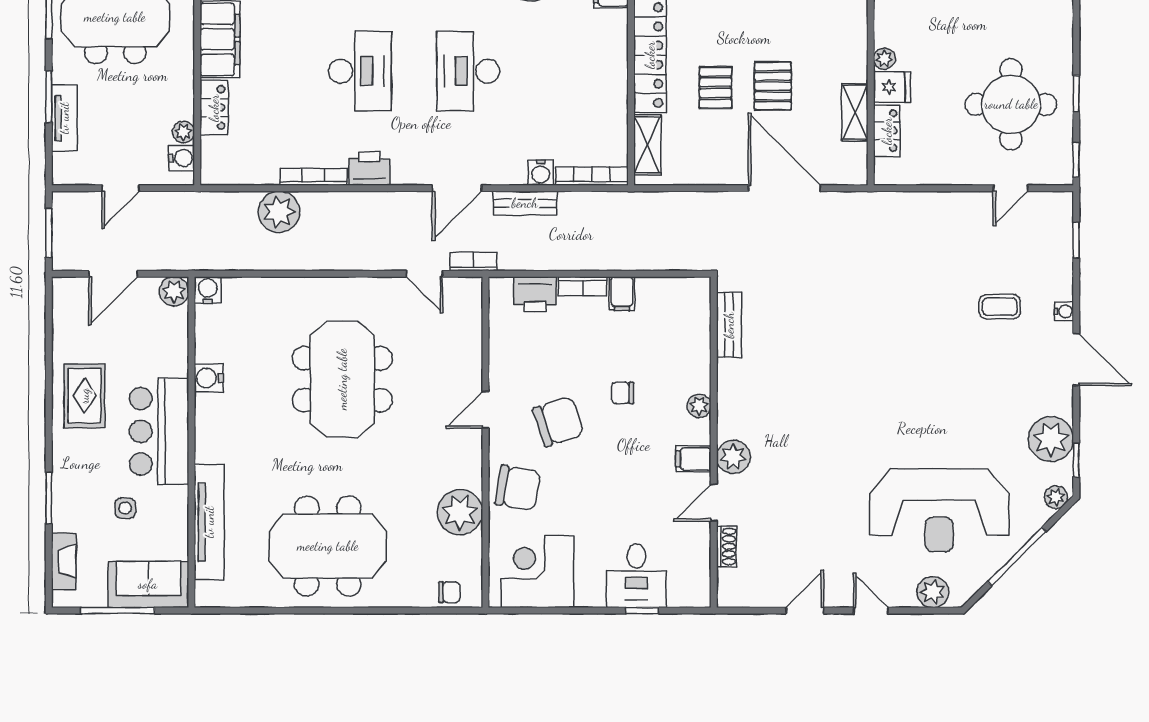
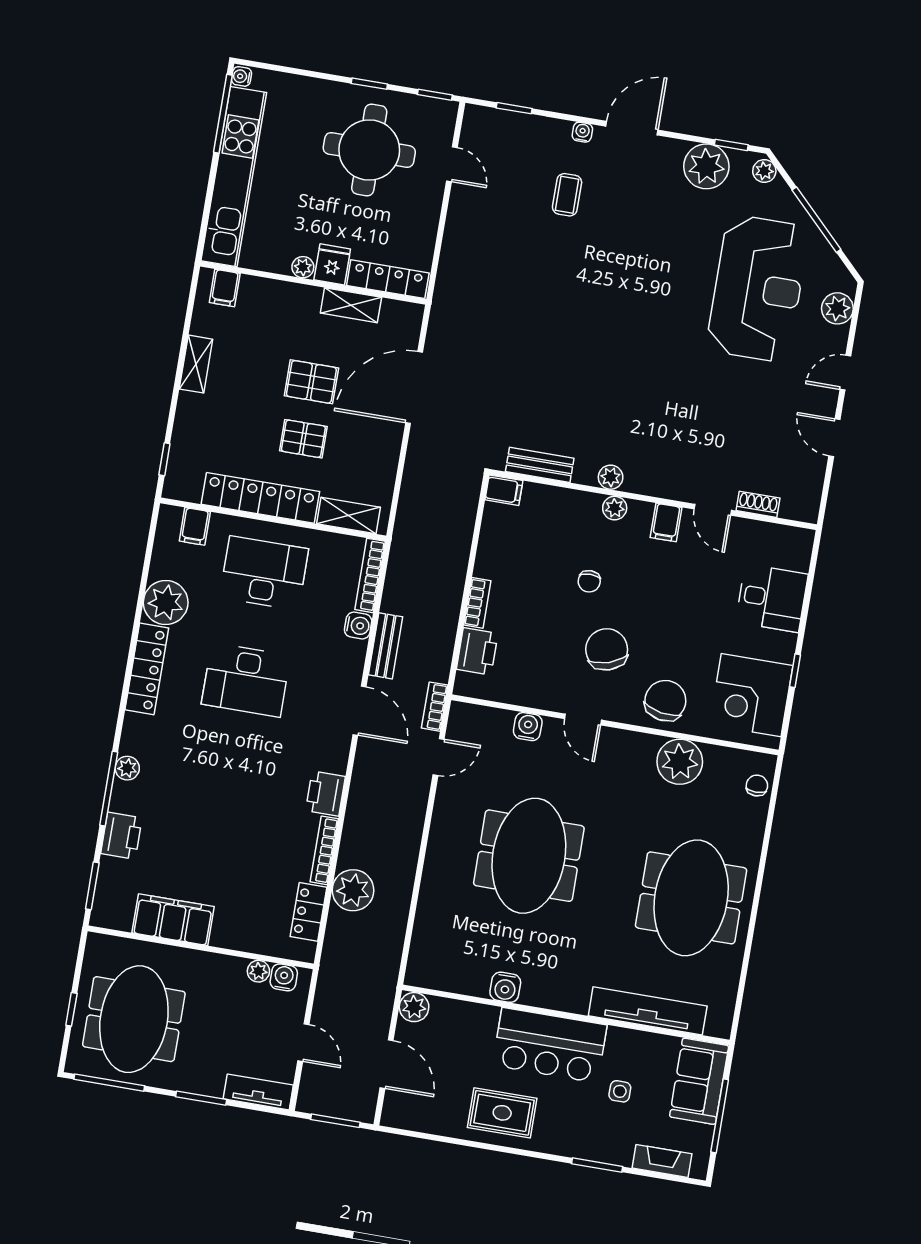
desk: (360, 71) -> (264, 573), moved
locker: (214, 108) -> (308, 912), moved, turned -90
tv unit: (64, 118) -> (258, 1092), moved
locker: (887, 131) -> (388, 279), width x1.53
water cooler: (208, 290) -> (528, 727), moved, turned 90
filing cabinet: (622, 294) -> (504, 490), moved
meeting table: (342, 379) -> (529, 856), turned 90
plant: (733, 457) -> (611, 477), moved, width x0.73, depth x0.73
window: (642, 611) -> (795, 671), moved

